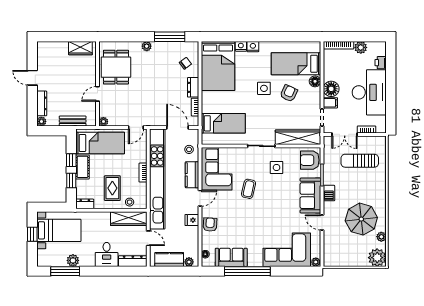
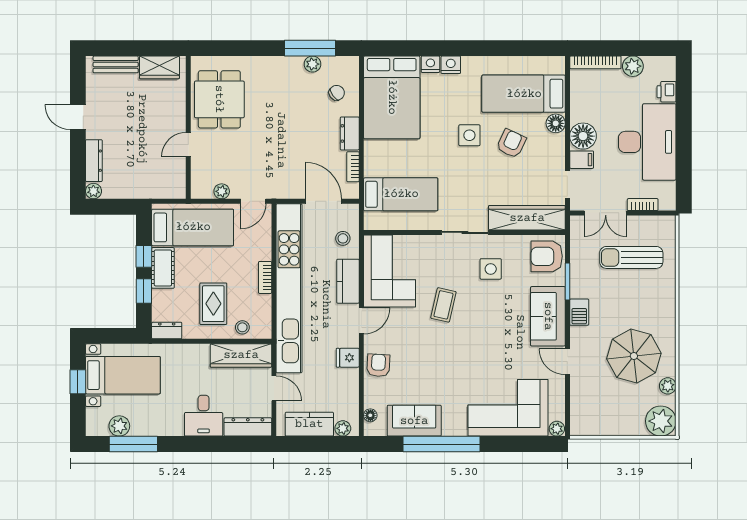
plant: (147, 46) -> (312, 64), moved
bench: (73, 121) -> (116, 64), moved
plant: (103, 122) -> (222, 191), moved
plant: (73, 260) -> (119, 426), moved

